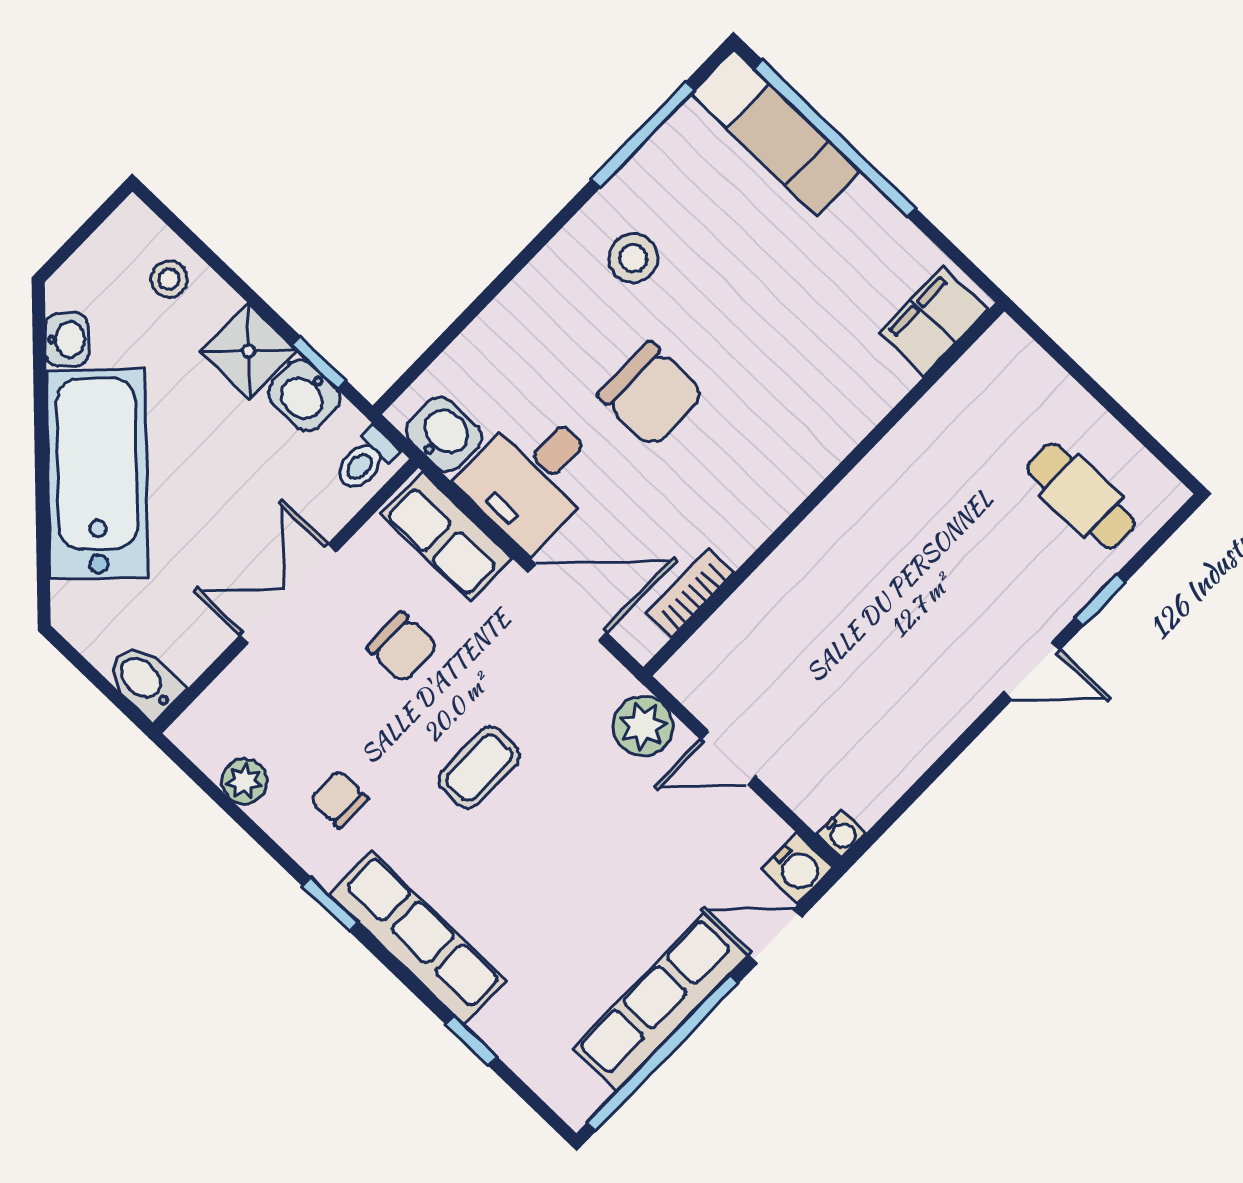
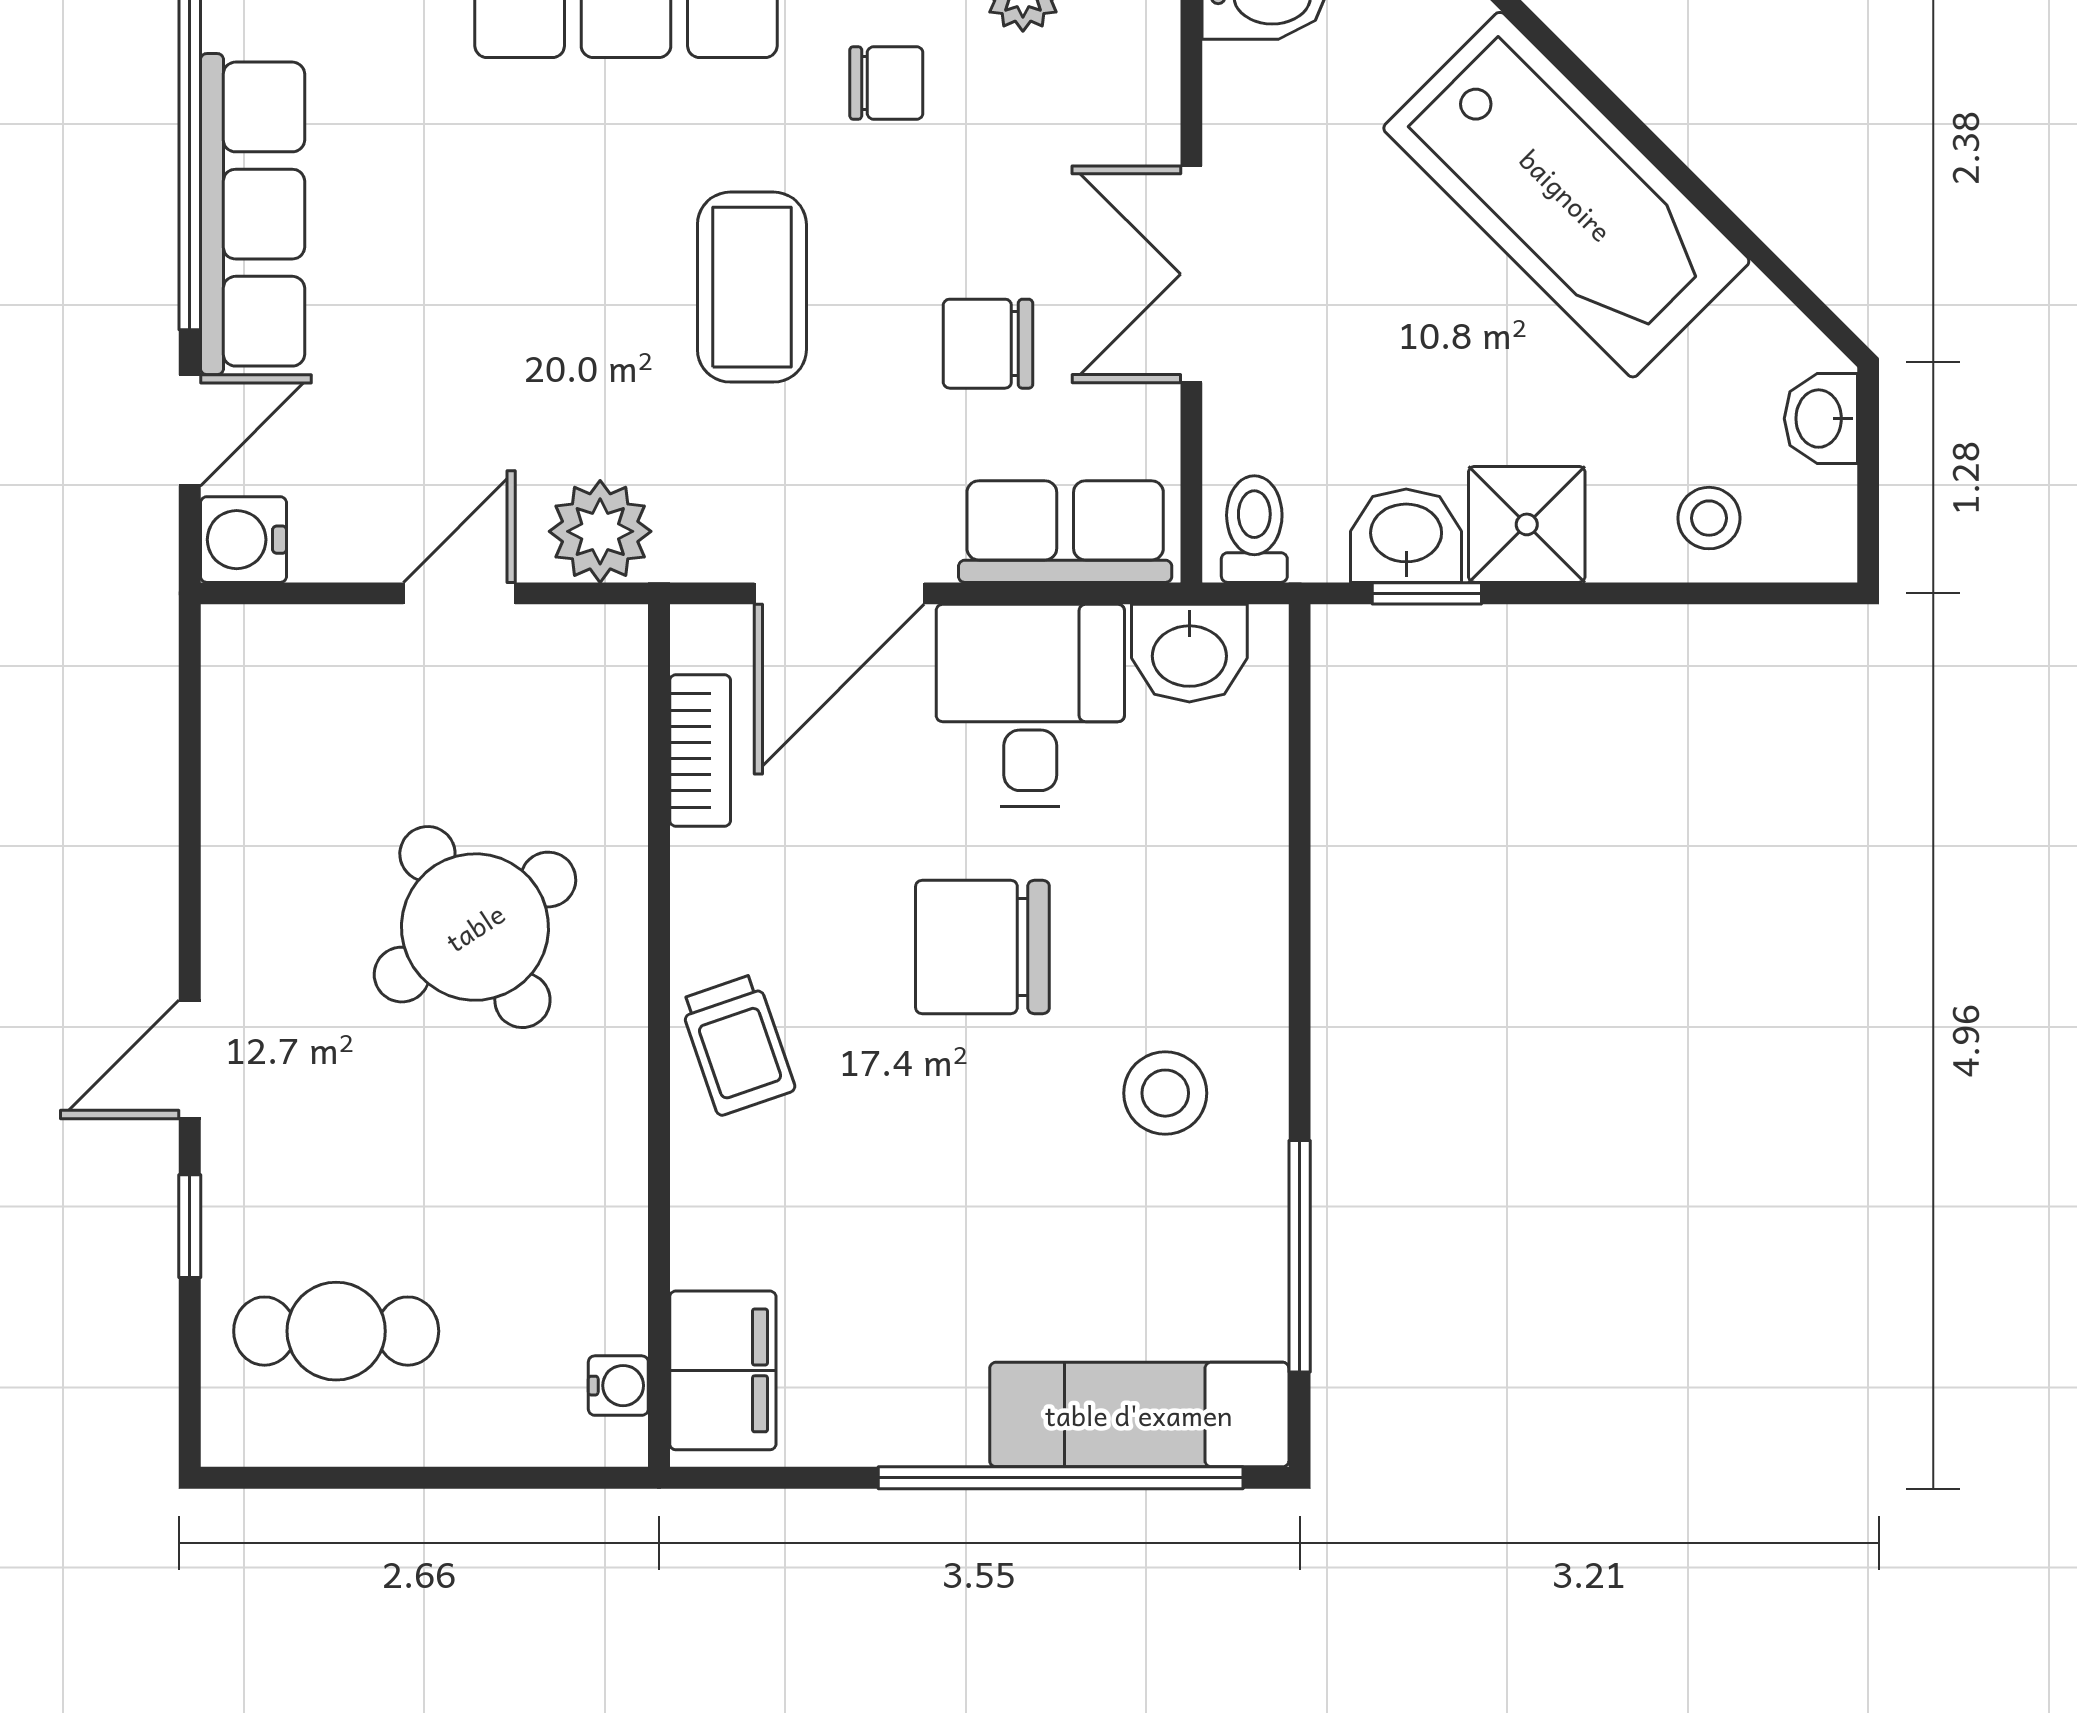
washbasin: (67, 339) -> (1821, 419), moved, turned 45
trolley: (795, 453) -> (737, 1045), added
double door: (288, 594) -> (1191, 274), swing flipped
round table: (857, 610) -> (475, 927), added
coffee table: (479, 768) -> (752, 287), width x1.36, depth x1.30
water cooler: (841, 834) -> (618, 1386), moved, turned 180

